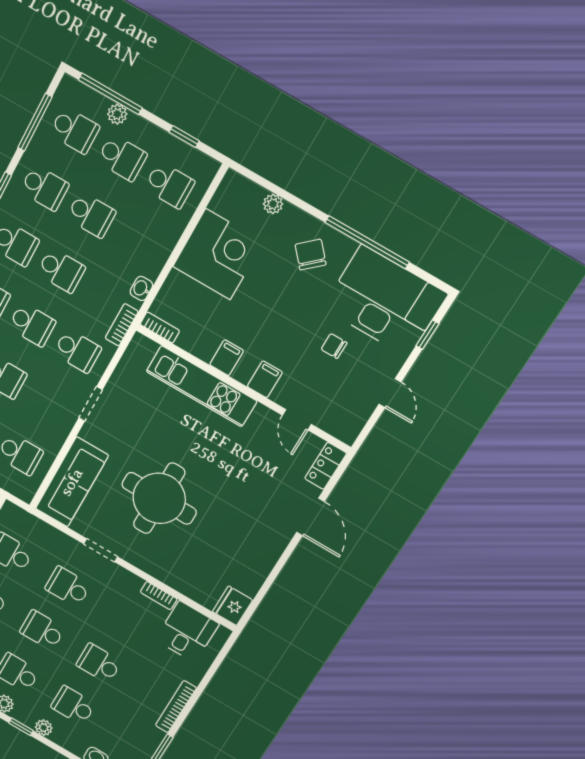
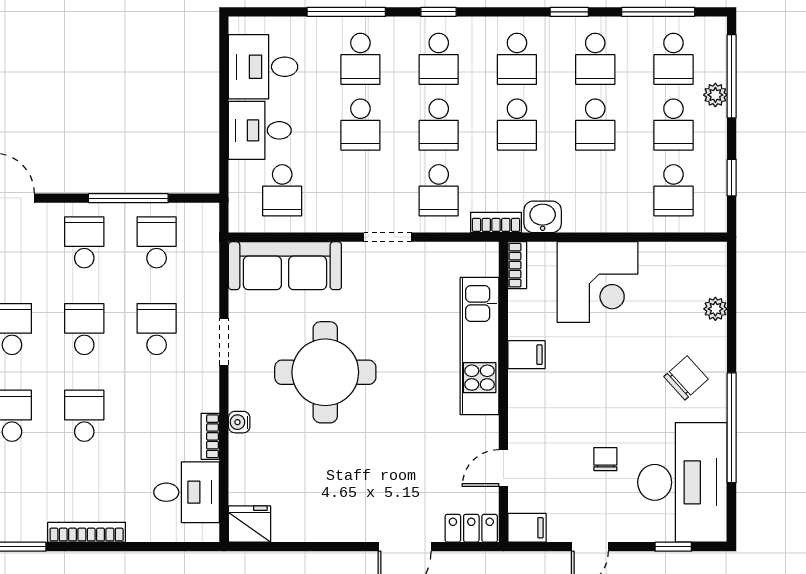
corner desk: (218, 254) -> (598, 282), moved
washbasin: (141, 288) -> (543, 217), width x1.38, depth x1.45
filing cabinet: (265, 379) -> (527, 528), moved
water cooler: (160, 572) -> (239, 422), added

